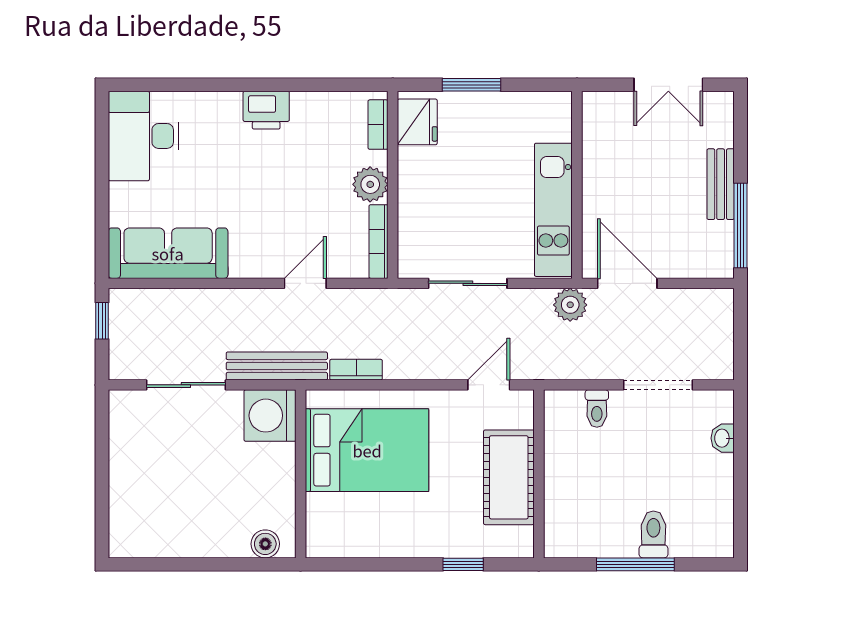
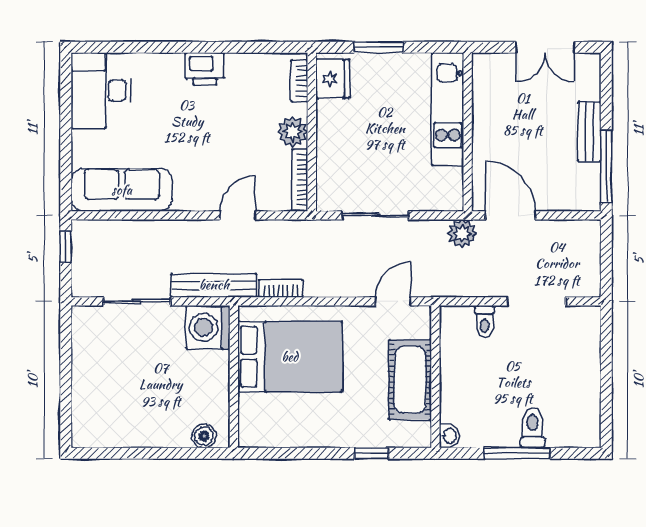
kitchen unit: (553, 210) -> (448, 109), moved
washbasin: (723, 438) -> (449, 436), moved, turned 180

